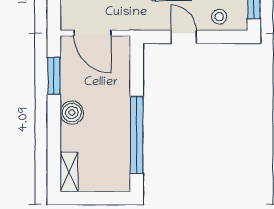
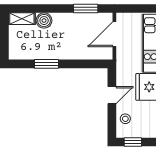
boiler: (72, 113) -> (44, 21), moved
window: (137, 135) -> (47, 64), width x0.47

